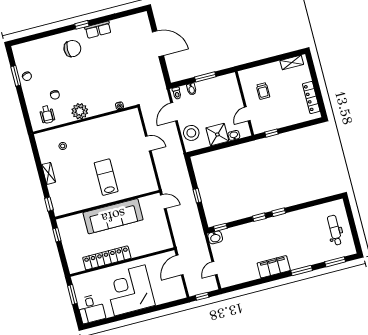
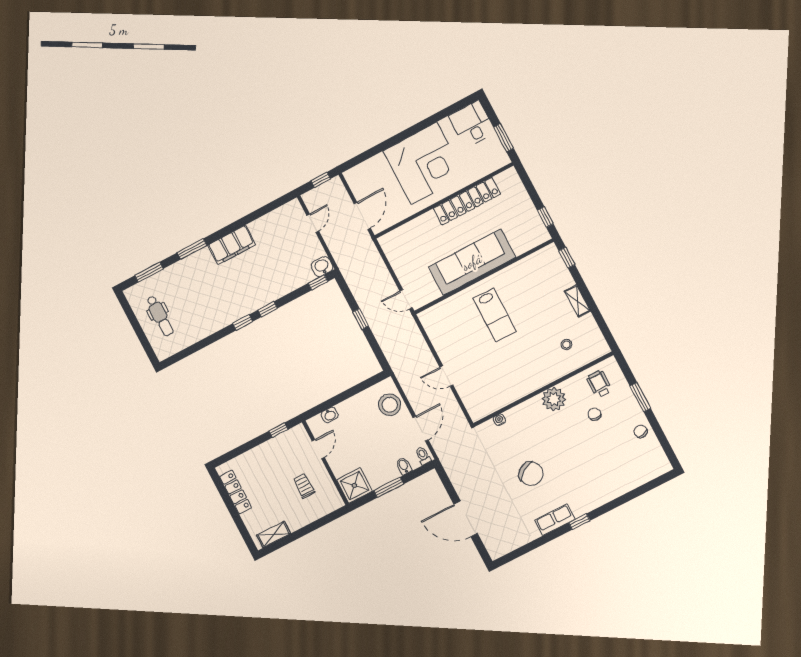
chair: (72, 49) -> (531, 474), moved, turned -124
window: (16, 76) -> (640, 397), moved
shower: (217, 135) -> (354, 485), moved

